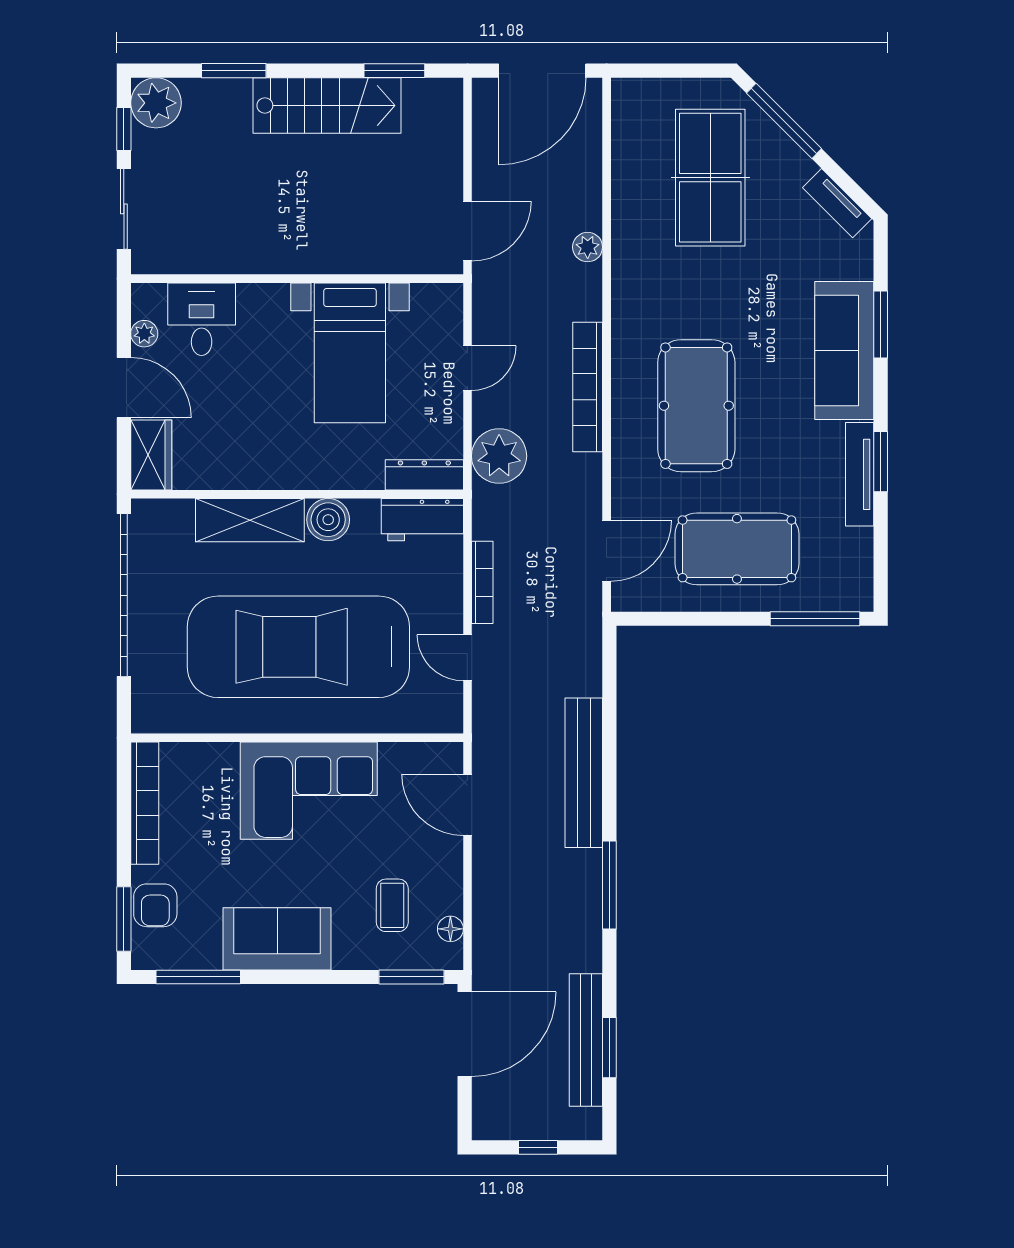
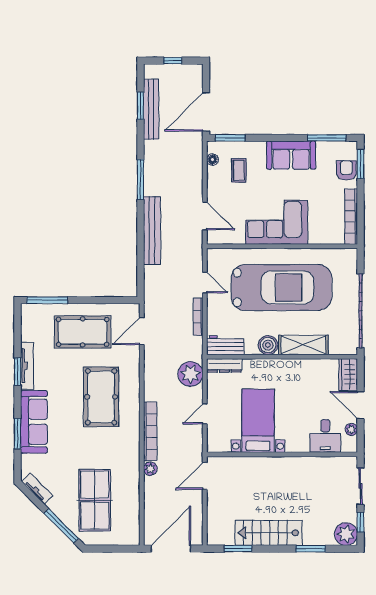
bookcase: (588, 387) -> (150, 431), moved

